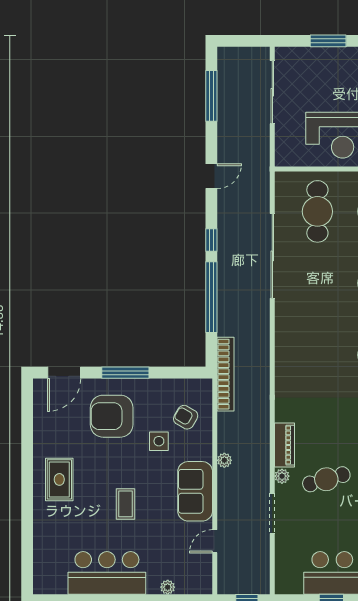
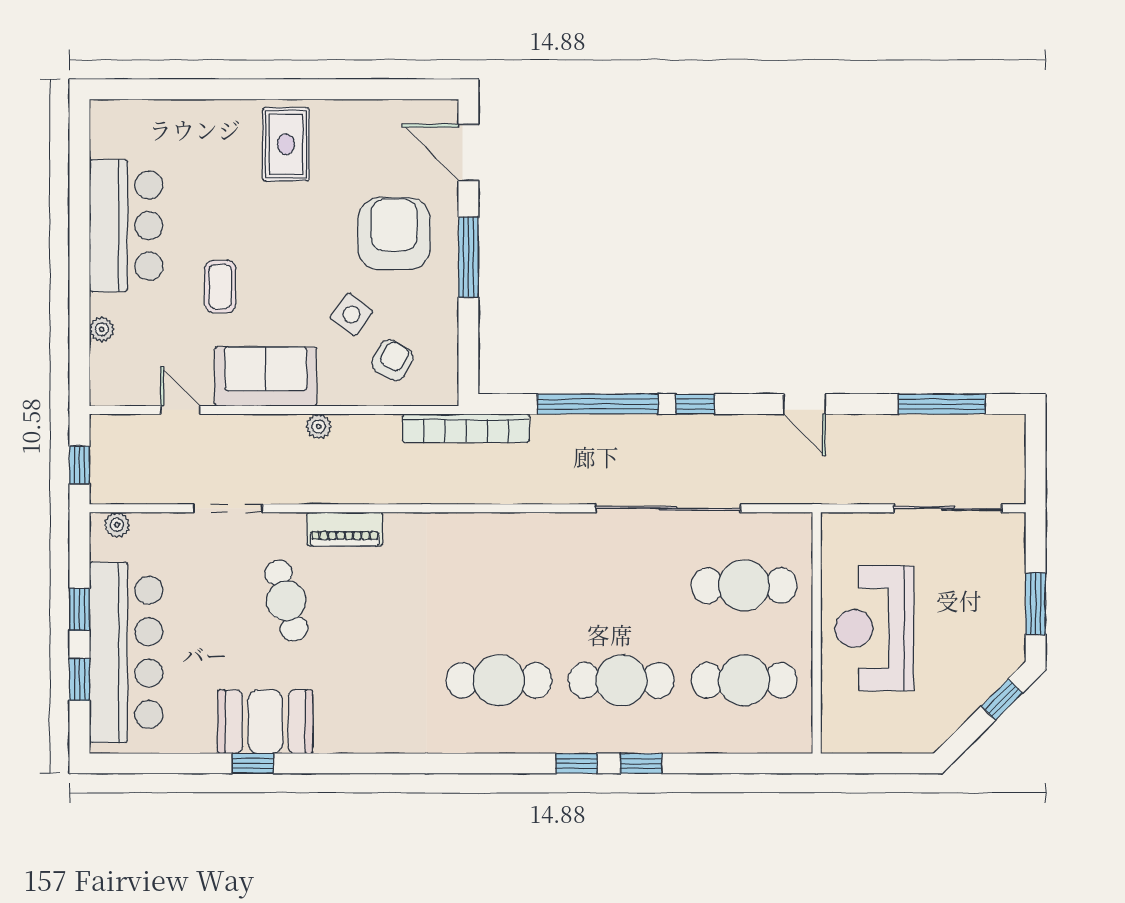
side table: (159, 441) -> (351, 314), turned 37
plant: (282, 476) -> (117, 525), moved
rug: (59, 479) -> (286, 144), turned 90
coffee table: (125, 504) -> (220, 287), moved, turned 90

